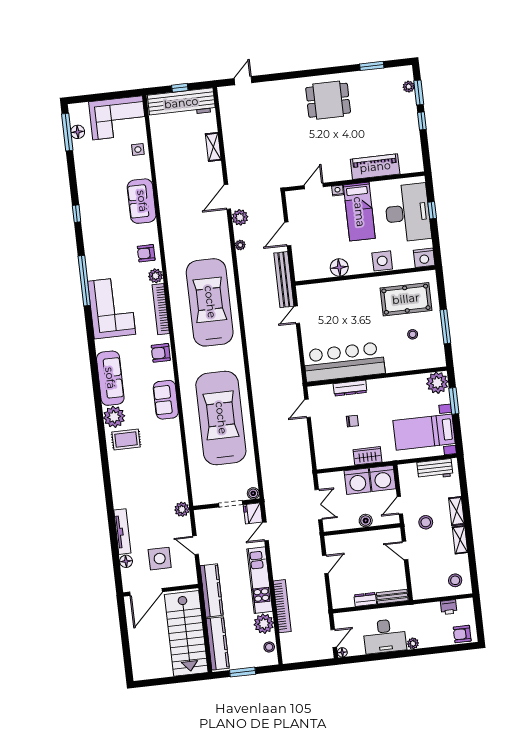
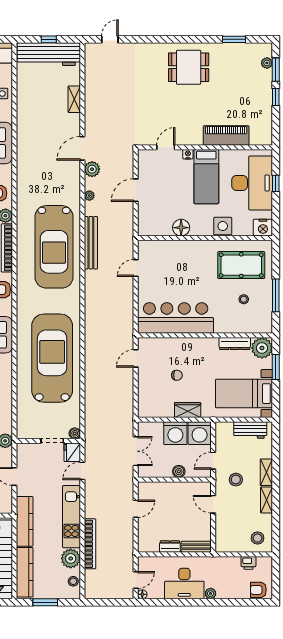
bench: (284, 280) -> (91, 243), moved
car: (210, 302) -> (54, 247), turned 180
dresser: (350, 388) -> (235, 344), moved

